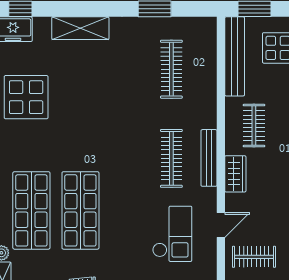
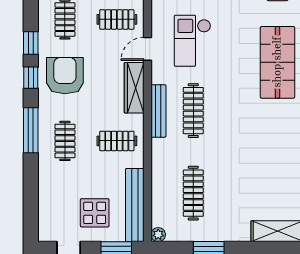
plant: (209, 24) -> (158, 235), added
clothes rail: (254, 126) -> (117, 141), turned 90
wardrobe: (235, 174) -> (134, 88), width x1.50

